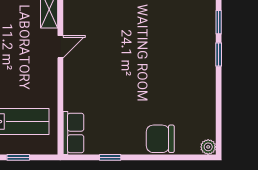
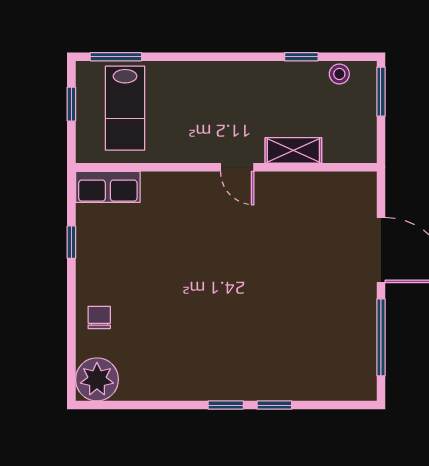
chair: (160, 139) -> (99, 317), width x0.54, depth x0.54
plant: (208, 147) -> (97, 379), width x1.88, depth x1.88

